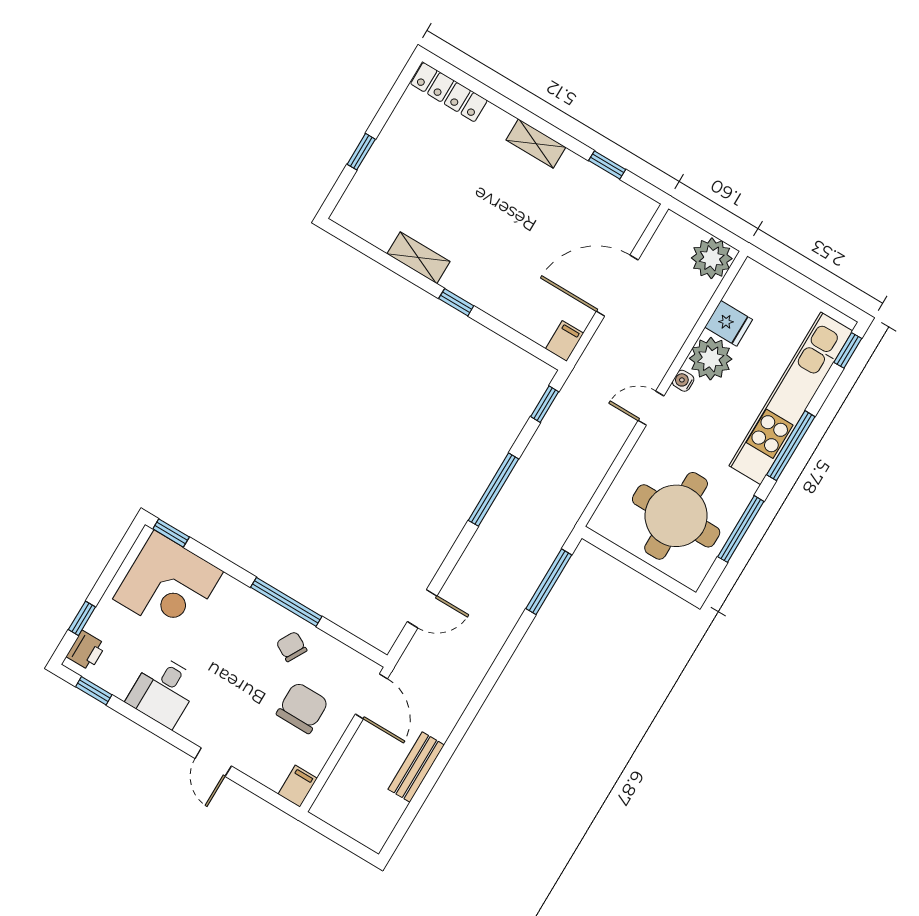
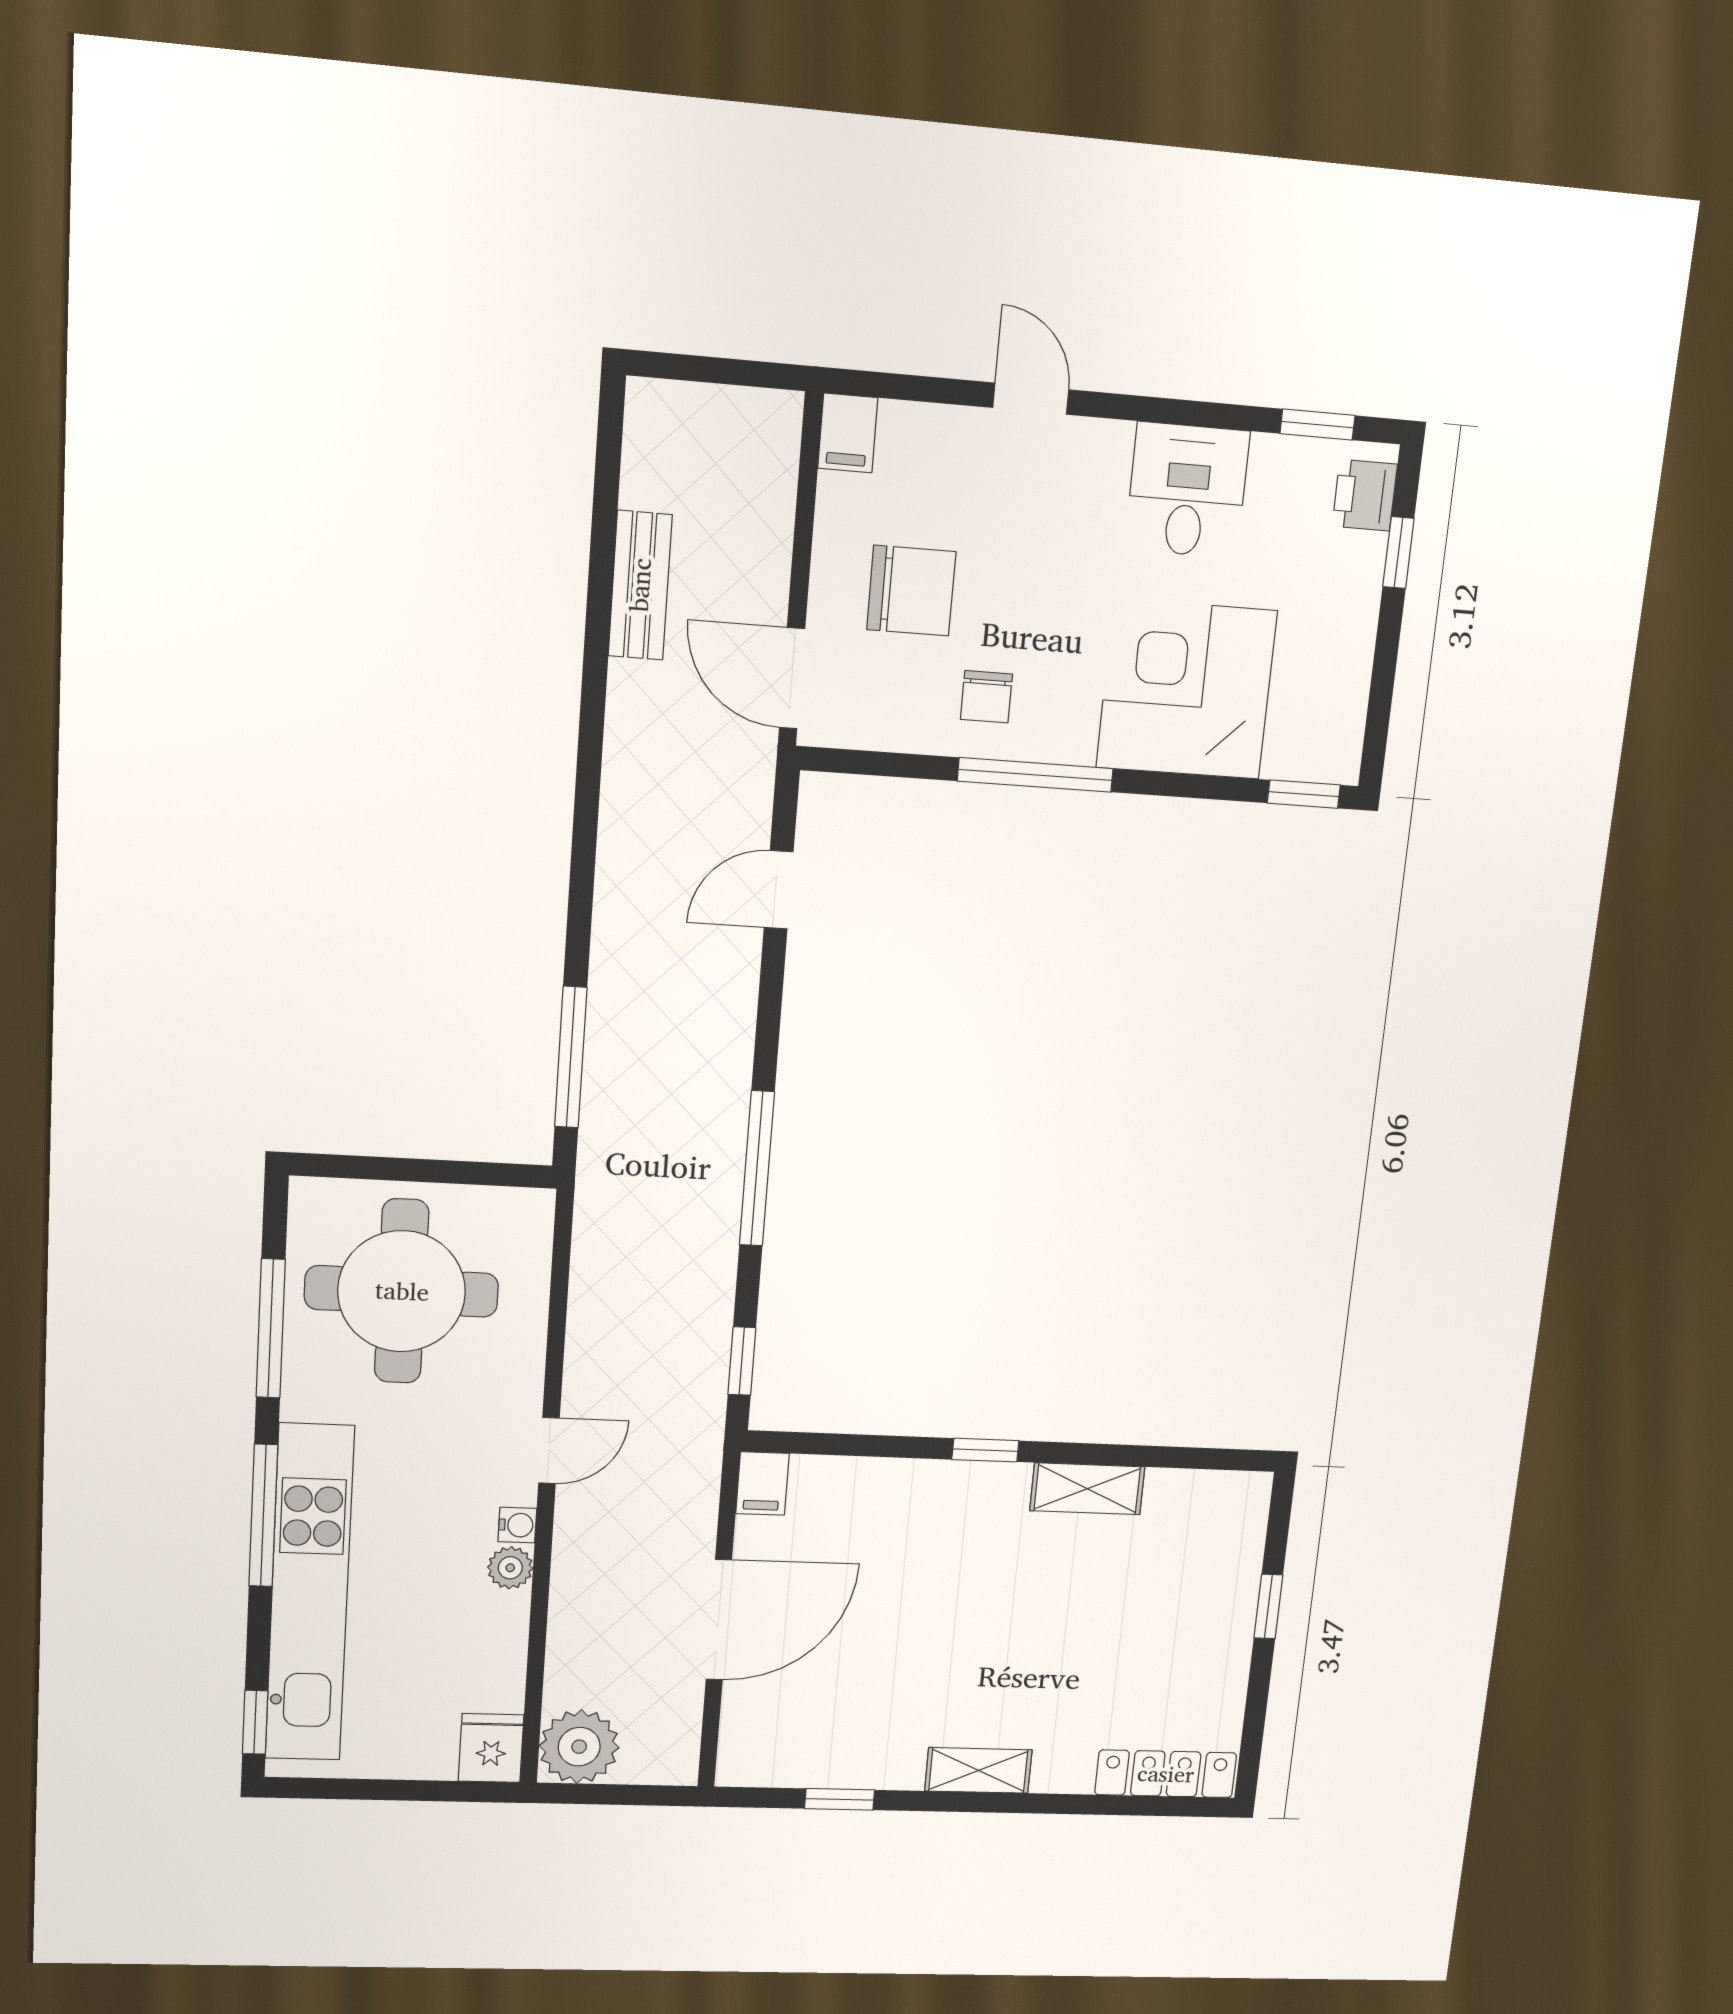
fridge: (729, 323) -> (491, 1748), moved, turned 90
plant: (711, 359) -> (510, 1568), width x0.53, depth x0.53
corner desk: (168, 585) -> (1187, 689), moved
chair: (292, 647) -> (986, 697), turned 61
chair: (302, 708) -> (911, 591), turned -90

